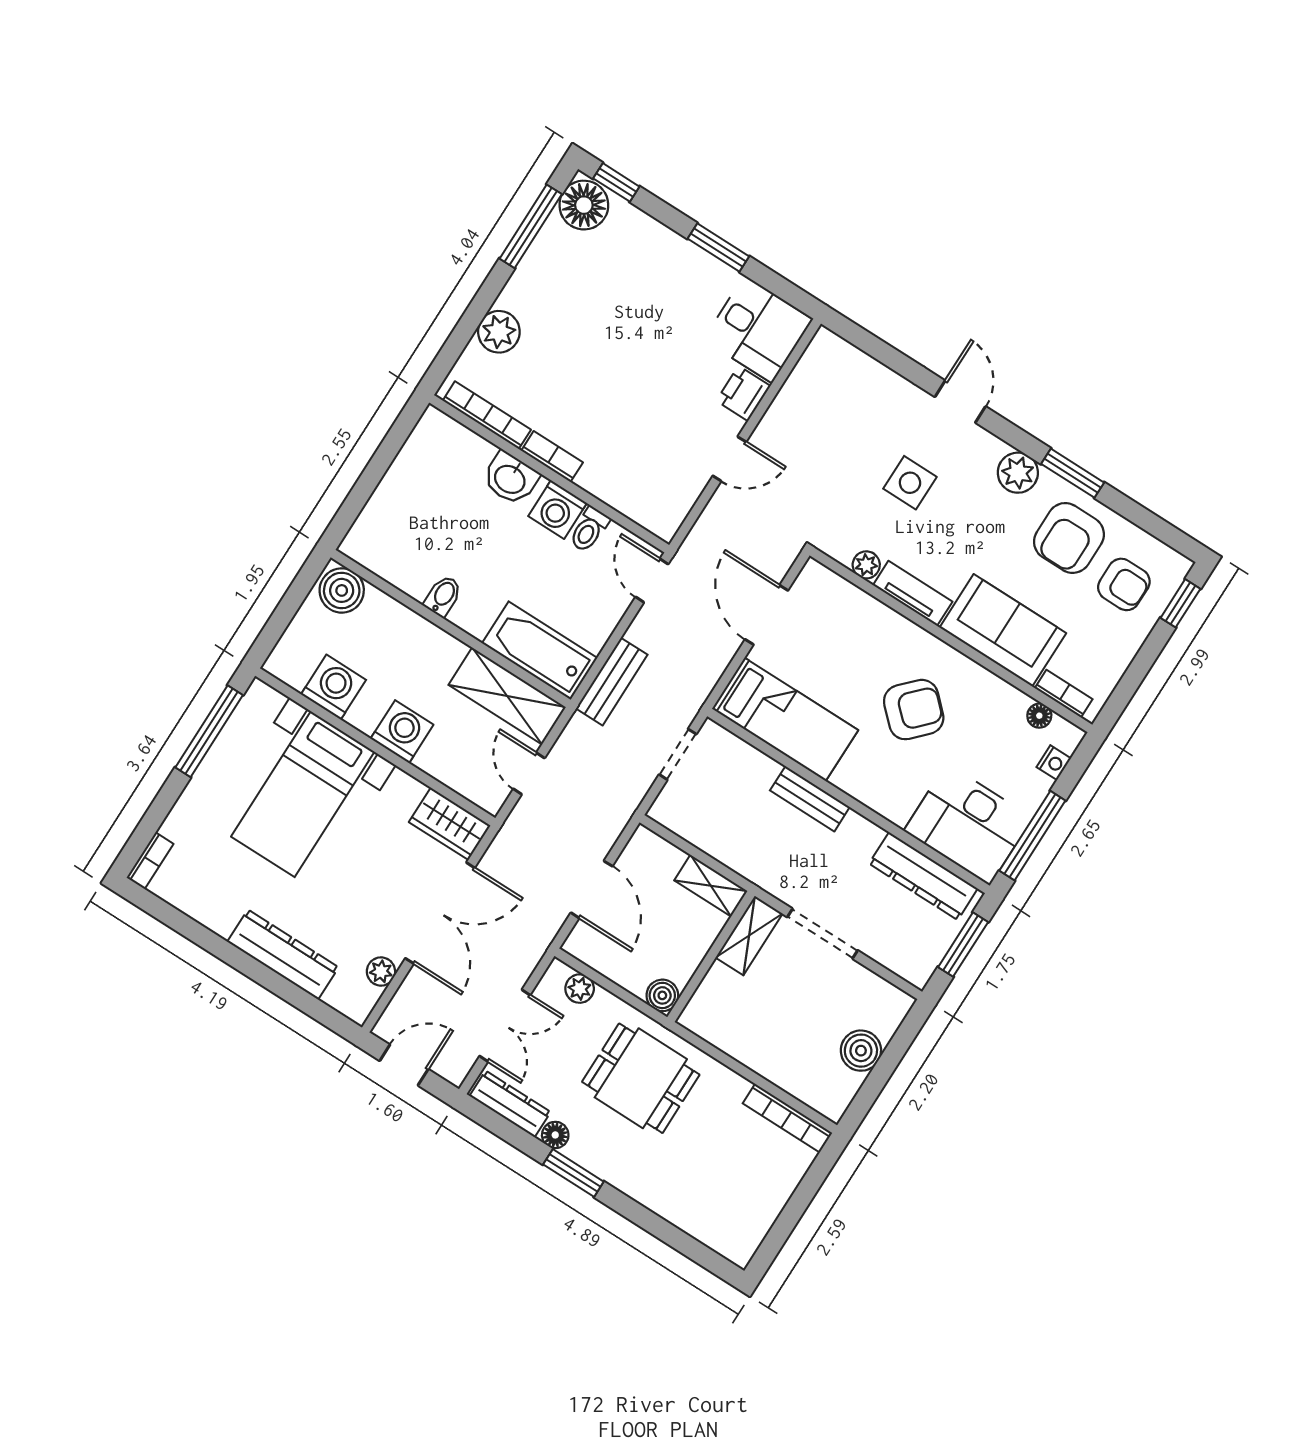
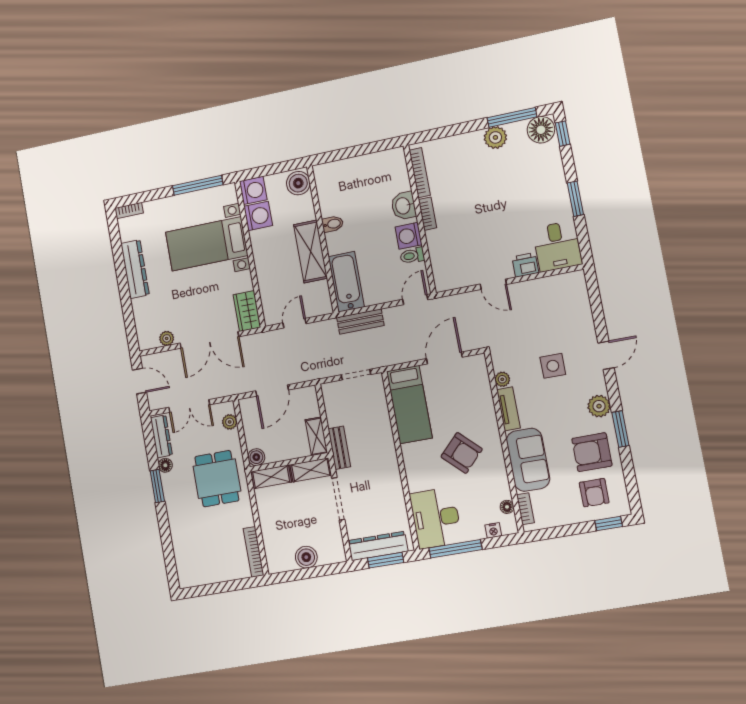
plant: (499, 332) -> (495, 137), moved
shelving: (507, 696) -> (311, 251), moved
washing machine: (402, 732) -> (253, 190), moved
bench: (810, 799) -> (339, 448), moved
dresser: (923, 876) -> (378, 546), moved, turned 90
dresser: (283, 954) -> (135, 269), moved
shelving: (708, 999) -> (271, 477), added

